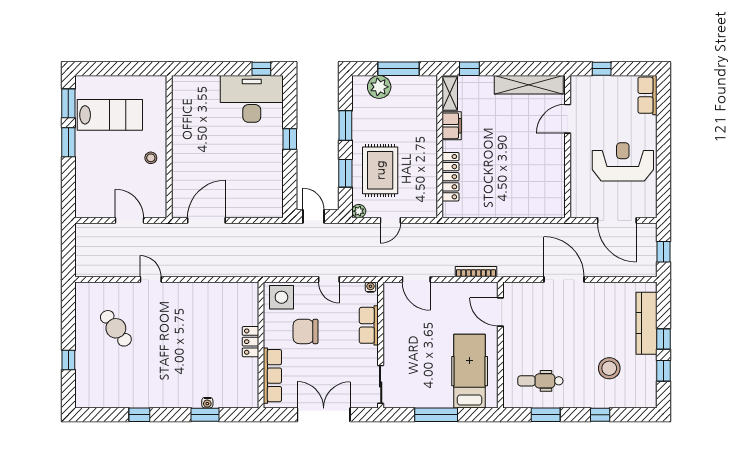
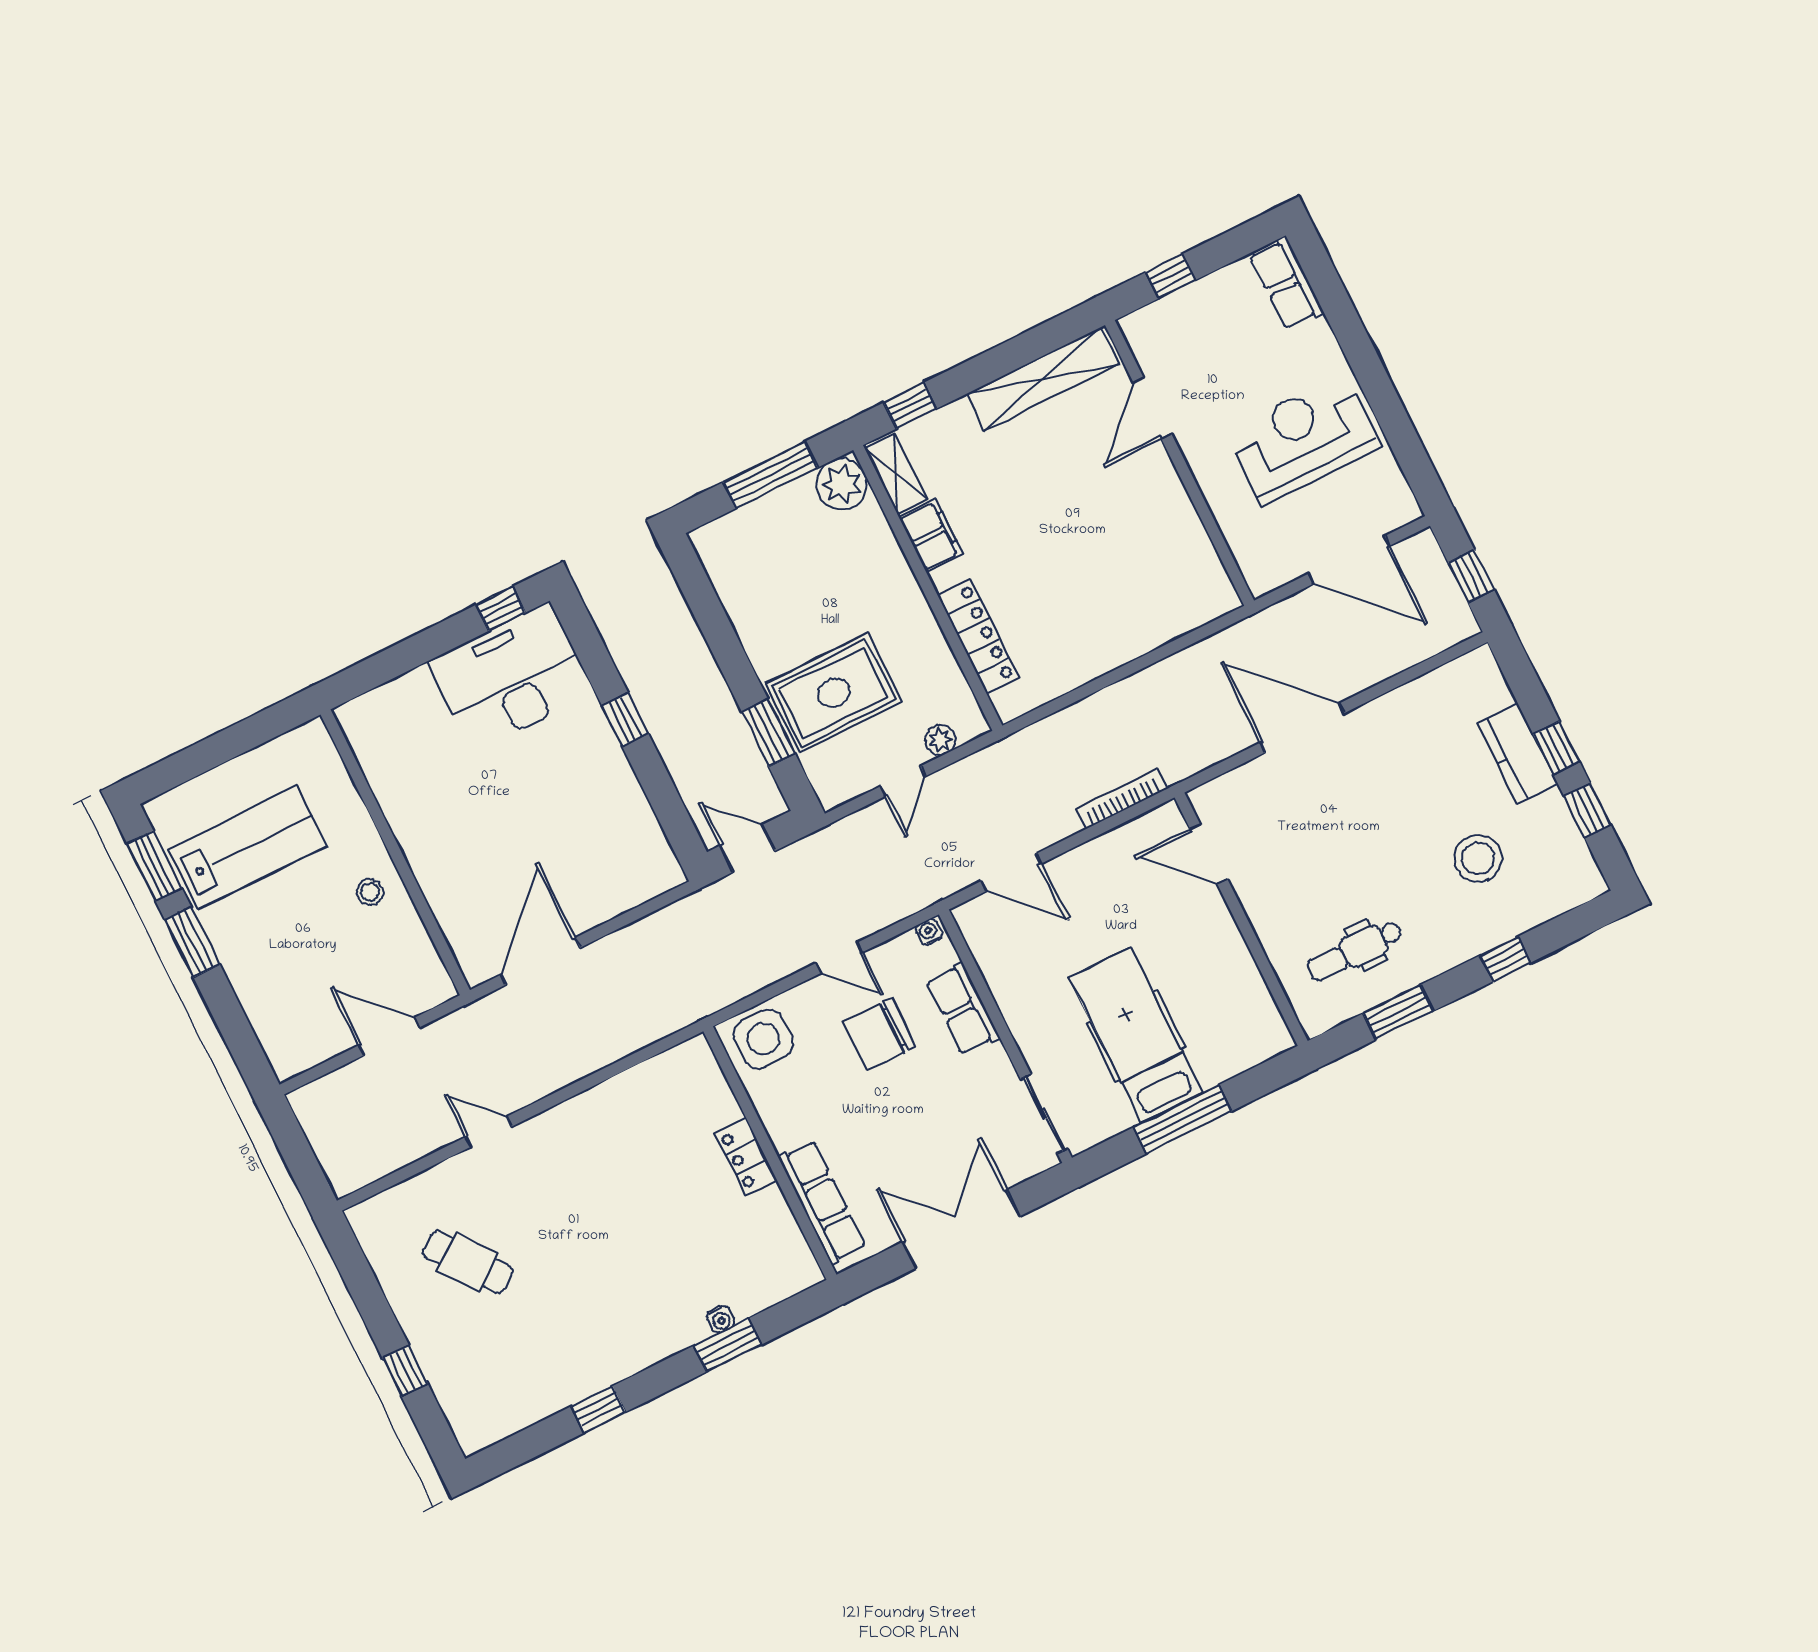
plant: (379, 87) -> (842, 484), moved
window: (345, 126) -> (722, 639), removed
rug: (380, 170) -> (834, 693), turned 90
plant: (359, 211) -> (940, 740), moved
kitchen counter: (647, 323) -> (1518, 754), width x0.67
chair: (306, 331) -> (879, 1034), moved
hospital bed: (470, 371) -> (1136, 1035), moved

